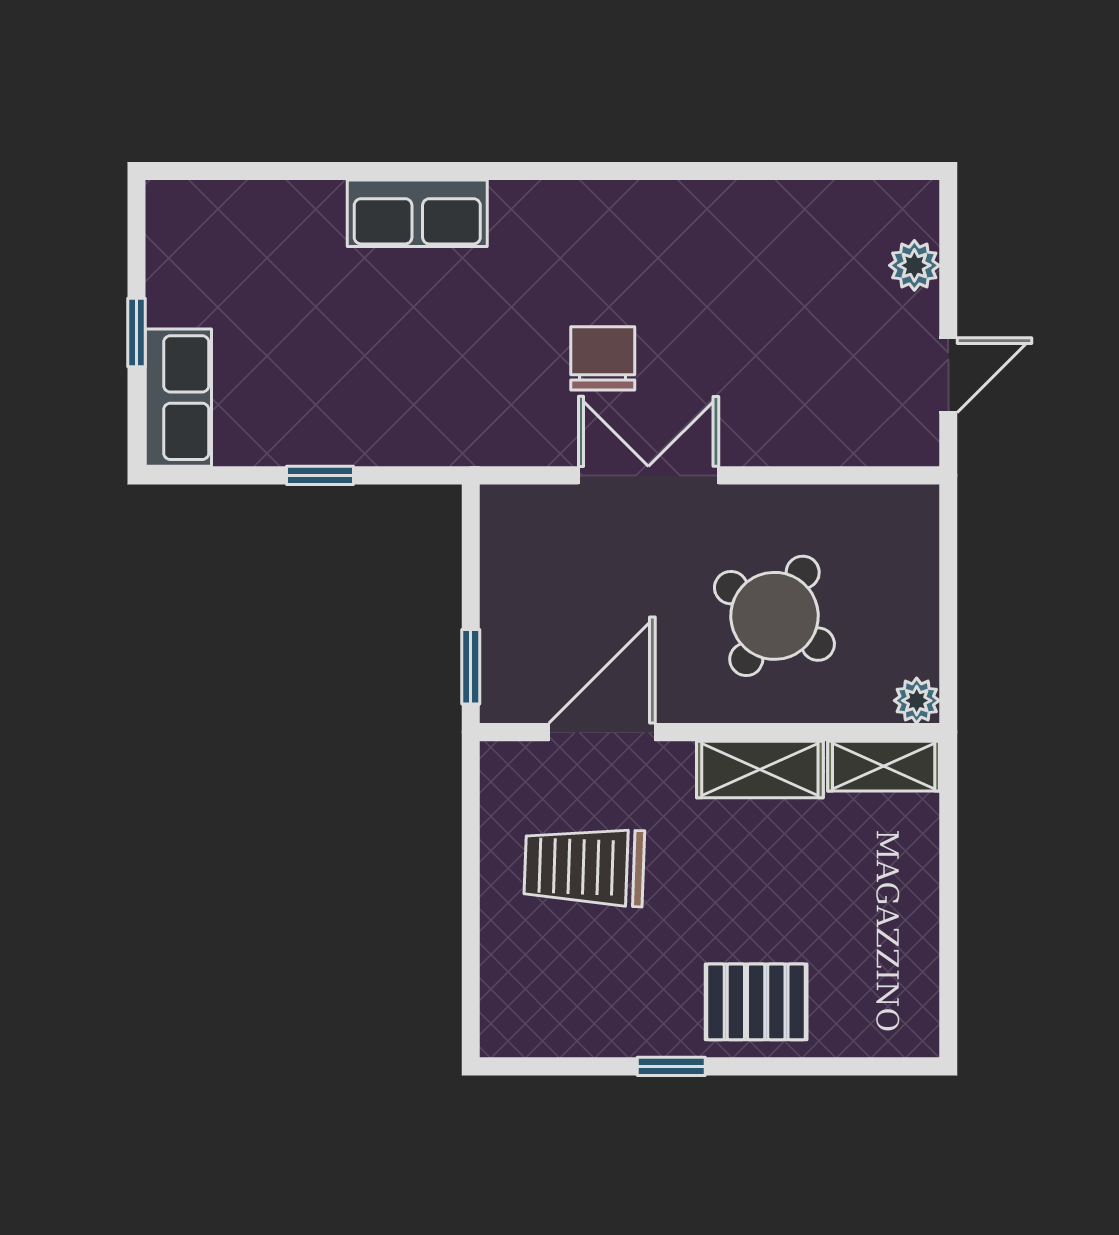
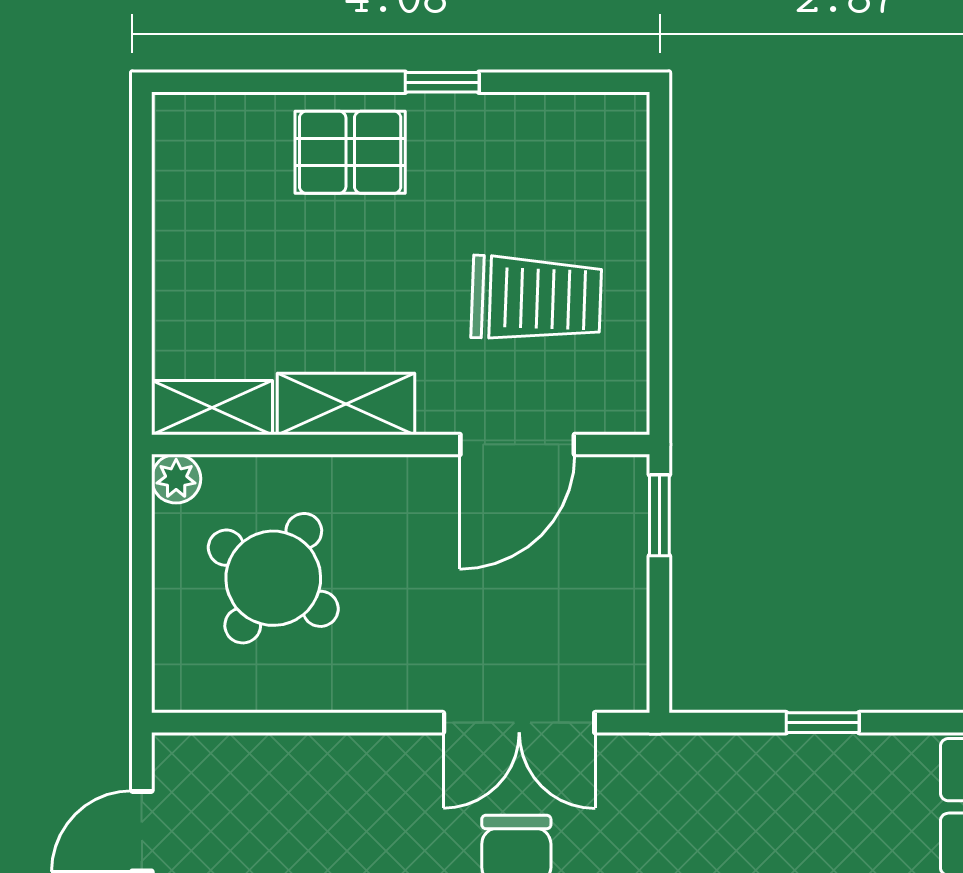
double door: (648, 475) -> (519, 723), moved
round table: (774, 616) -> (273, 578), moved

